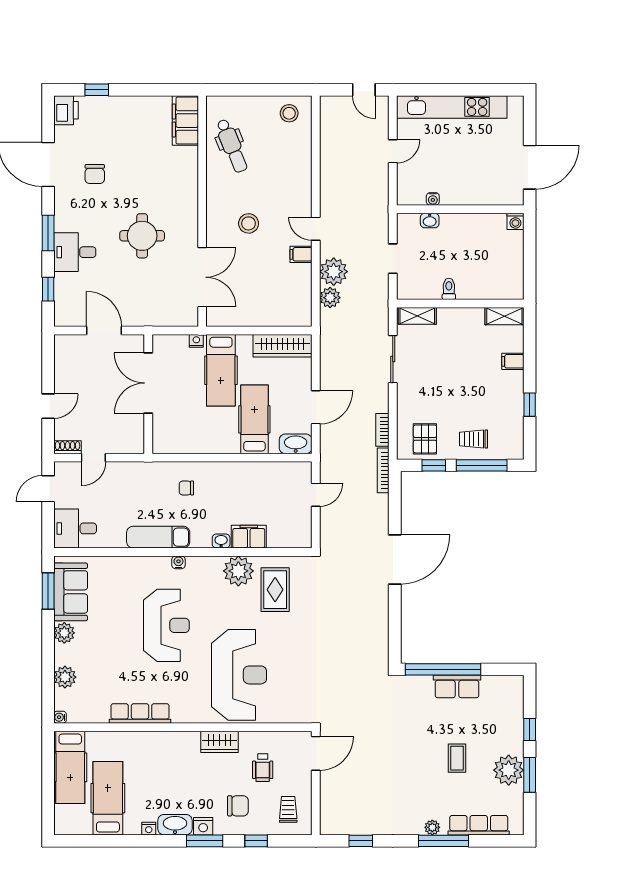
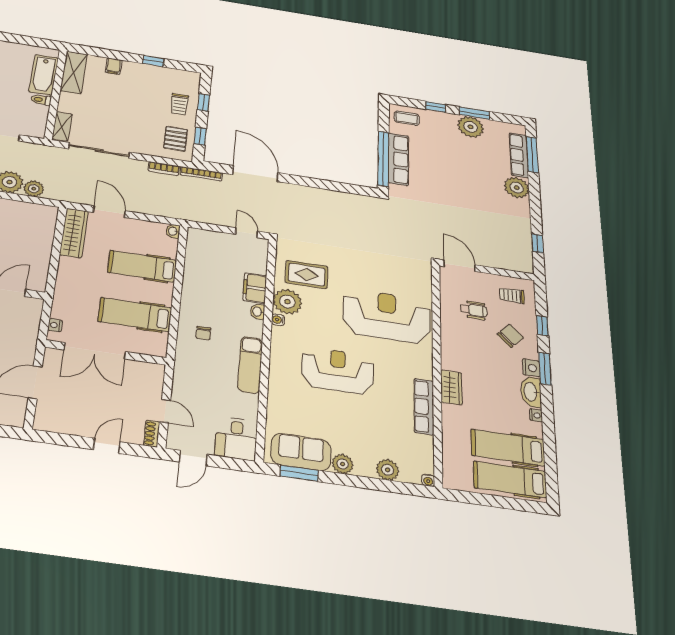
bathtub: (484, 287) -> (44, 75), added
shelving: (504, 316) -> (74, 72), width x1.50, depth x1.33
nightstand: (196, 341) -> (55, 325), moved
sliding door: (393, 359) -> (99, 150), width x1.37
hospital bed: (221, 370) -> (135, 315), moved, turned 180
door: (48, 406) -> (107, 446), hinge flipped
door: (316, 407) -> (109, 212), moved
pallet: (425, 439) -> (176, 139), turned 90
washbasin: (296, 444) -> (173, 231), width x0.52, depth x0.69
window: (482, 465) -> (203, 102), width x0.46
door: (48, 489) -> (193, 458), hinge flipped
door: (316, 495) -> (247, 233), moved
door: (395, 559) -> (255, 174), moved
water cooler: (178, 562) -> (278, 320), moved
row of seats: (457, 687) -> (398, 159), width x1.48
wardrobe: (220, 742) -> (451, 387), moved
coffee table: (457, 758) -> (407, 118), moved
hospital bed: (70, 767) -> (510, 480), moved, turned 180
chair: (238, 806) -> (510, 336), turned 44
plant: (432, 827) -> (517, 188), width x1.88, depth x1.88
window: (444, 841) -> (532, 155), moved

